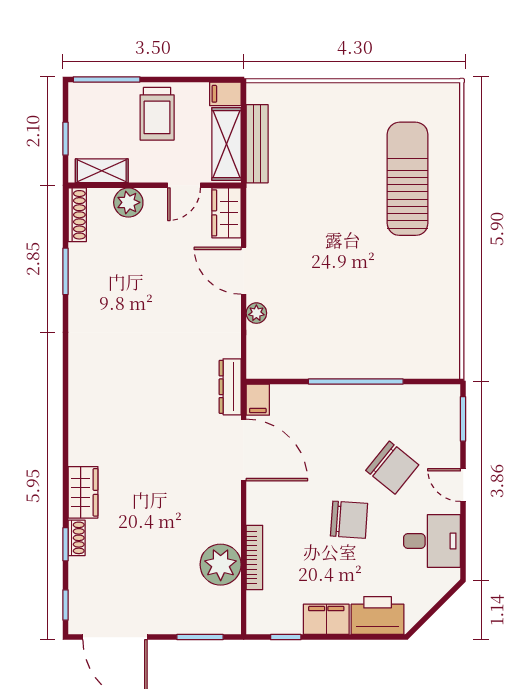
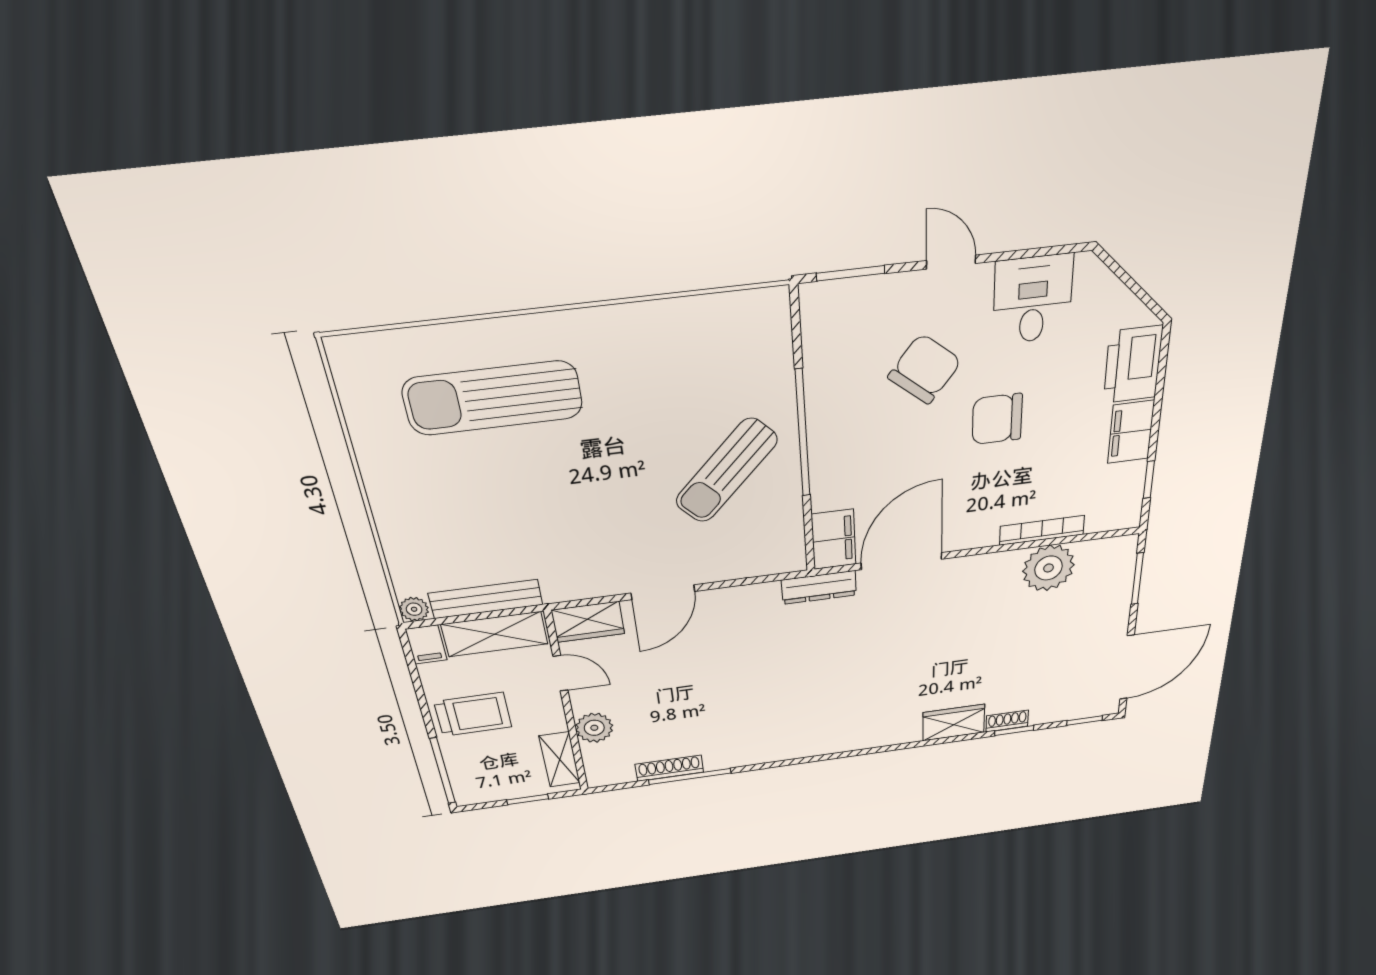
shoe rack: (77, 215) -> (669, 768), moved
window: (65, 271) -> (690, 776), width x1.44
plant: (256, 313) -> (414, 609), moved
sun lounger: (335, 326) -> (726, 471), added
filing cabinet: (258, 400) -> (834, 539), width x2.00
door: (463, 485) -> (951, 262), swing flipped
chair: (349, 520) -> (997, 419), turned -94

